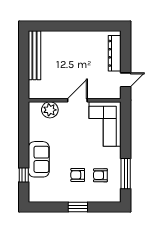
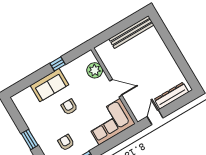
door: (126, 80) -> (155, 117), swing flipped
window: (24, 175) -> (58, 64), moved
armchair: (78, 175) -> (69, 107), moved

